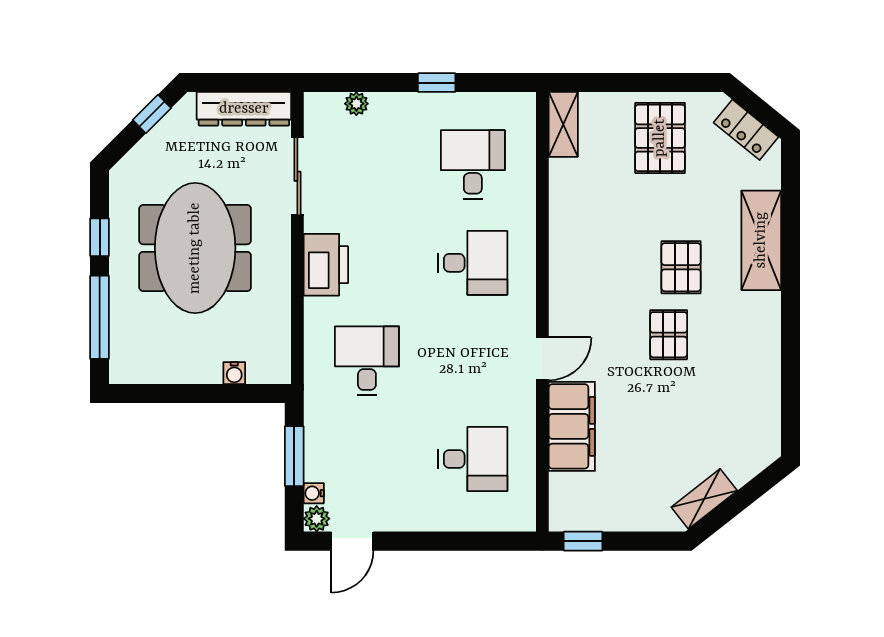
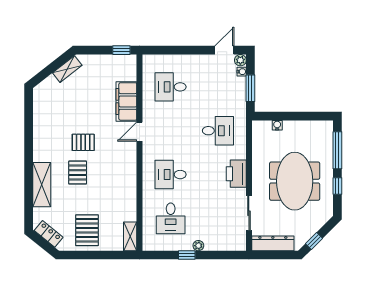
plant: (356, 104) -> (198, 246), moved
pallet: (669, 335) -> (83, 142), turned 90
desk: (367, 361) -> (218, 131), turned -90

